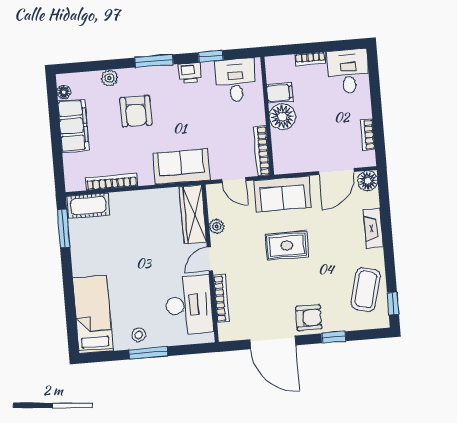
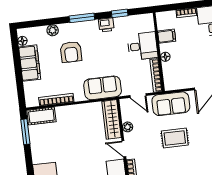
desk: (236, 80) -> (143, 46), moved, turned 90
floor lamp: (282, 117) -> (165, 57), width x0.53, depth x0.53
door: (210, 259) -> (124, 149), hinge flipped

